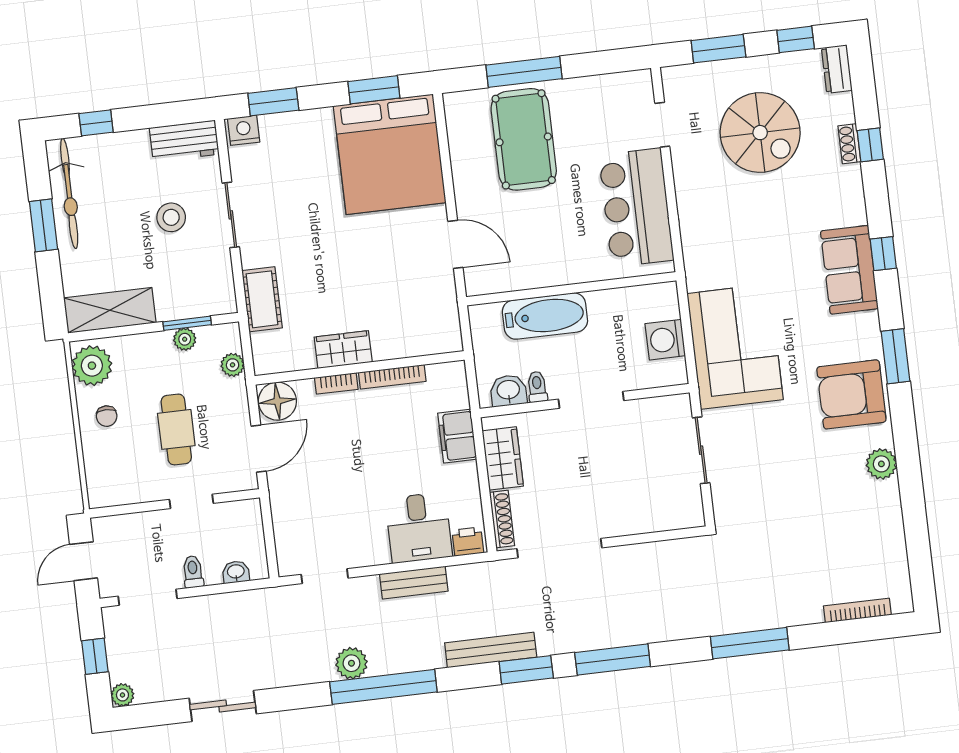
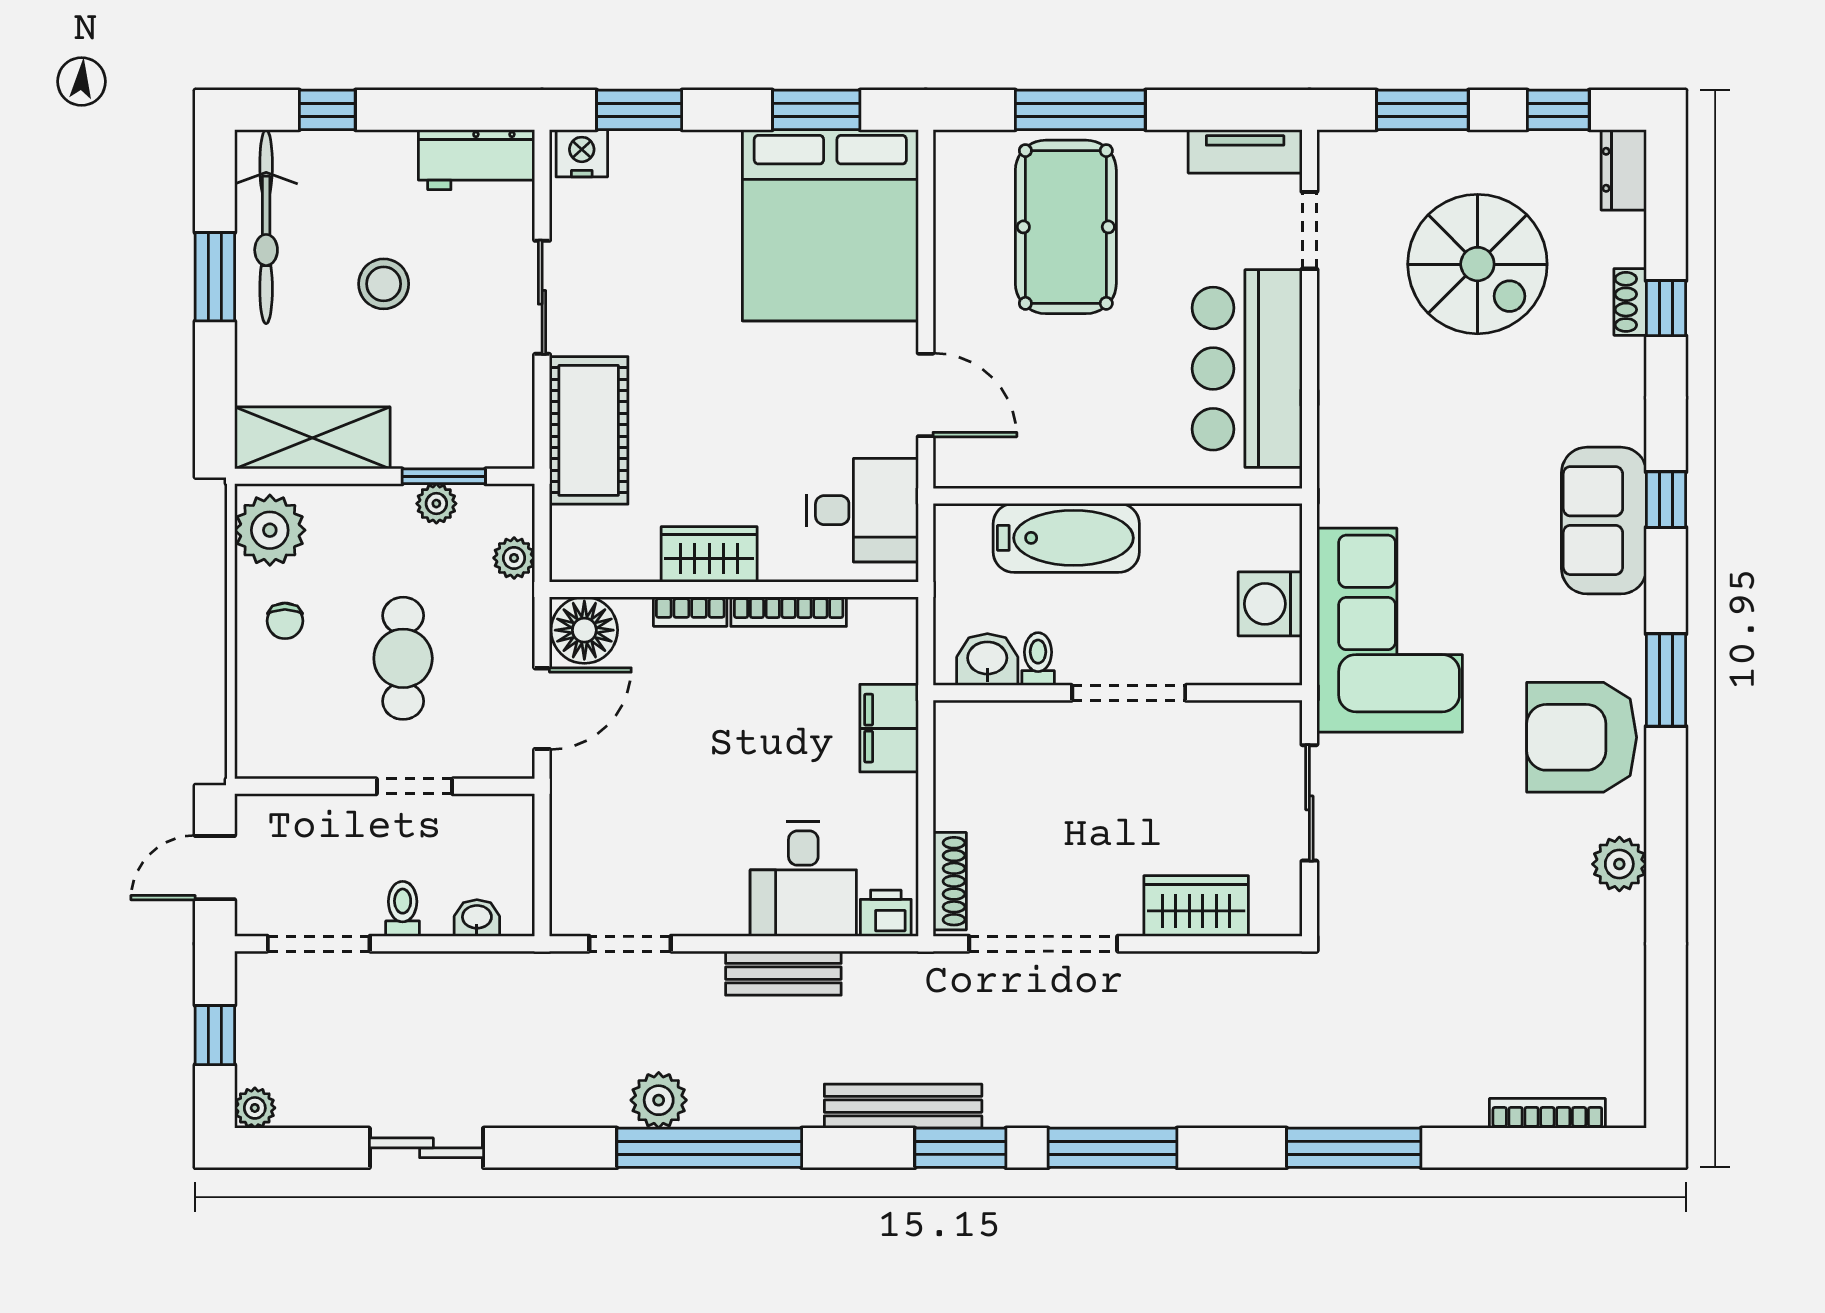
tv unit: (620, 84) -> (1245, 151), added
stool: (171, 217) -> (384, 284), moved
cot: (262, 299) -> (589, 430), width x1.37, depth x1.34
desk: (427, 314) -> (862, 510), added
wardrobe: (503, 458) -> (1196, 906), moved, turned -90

